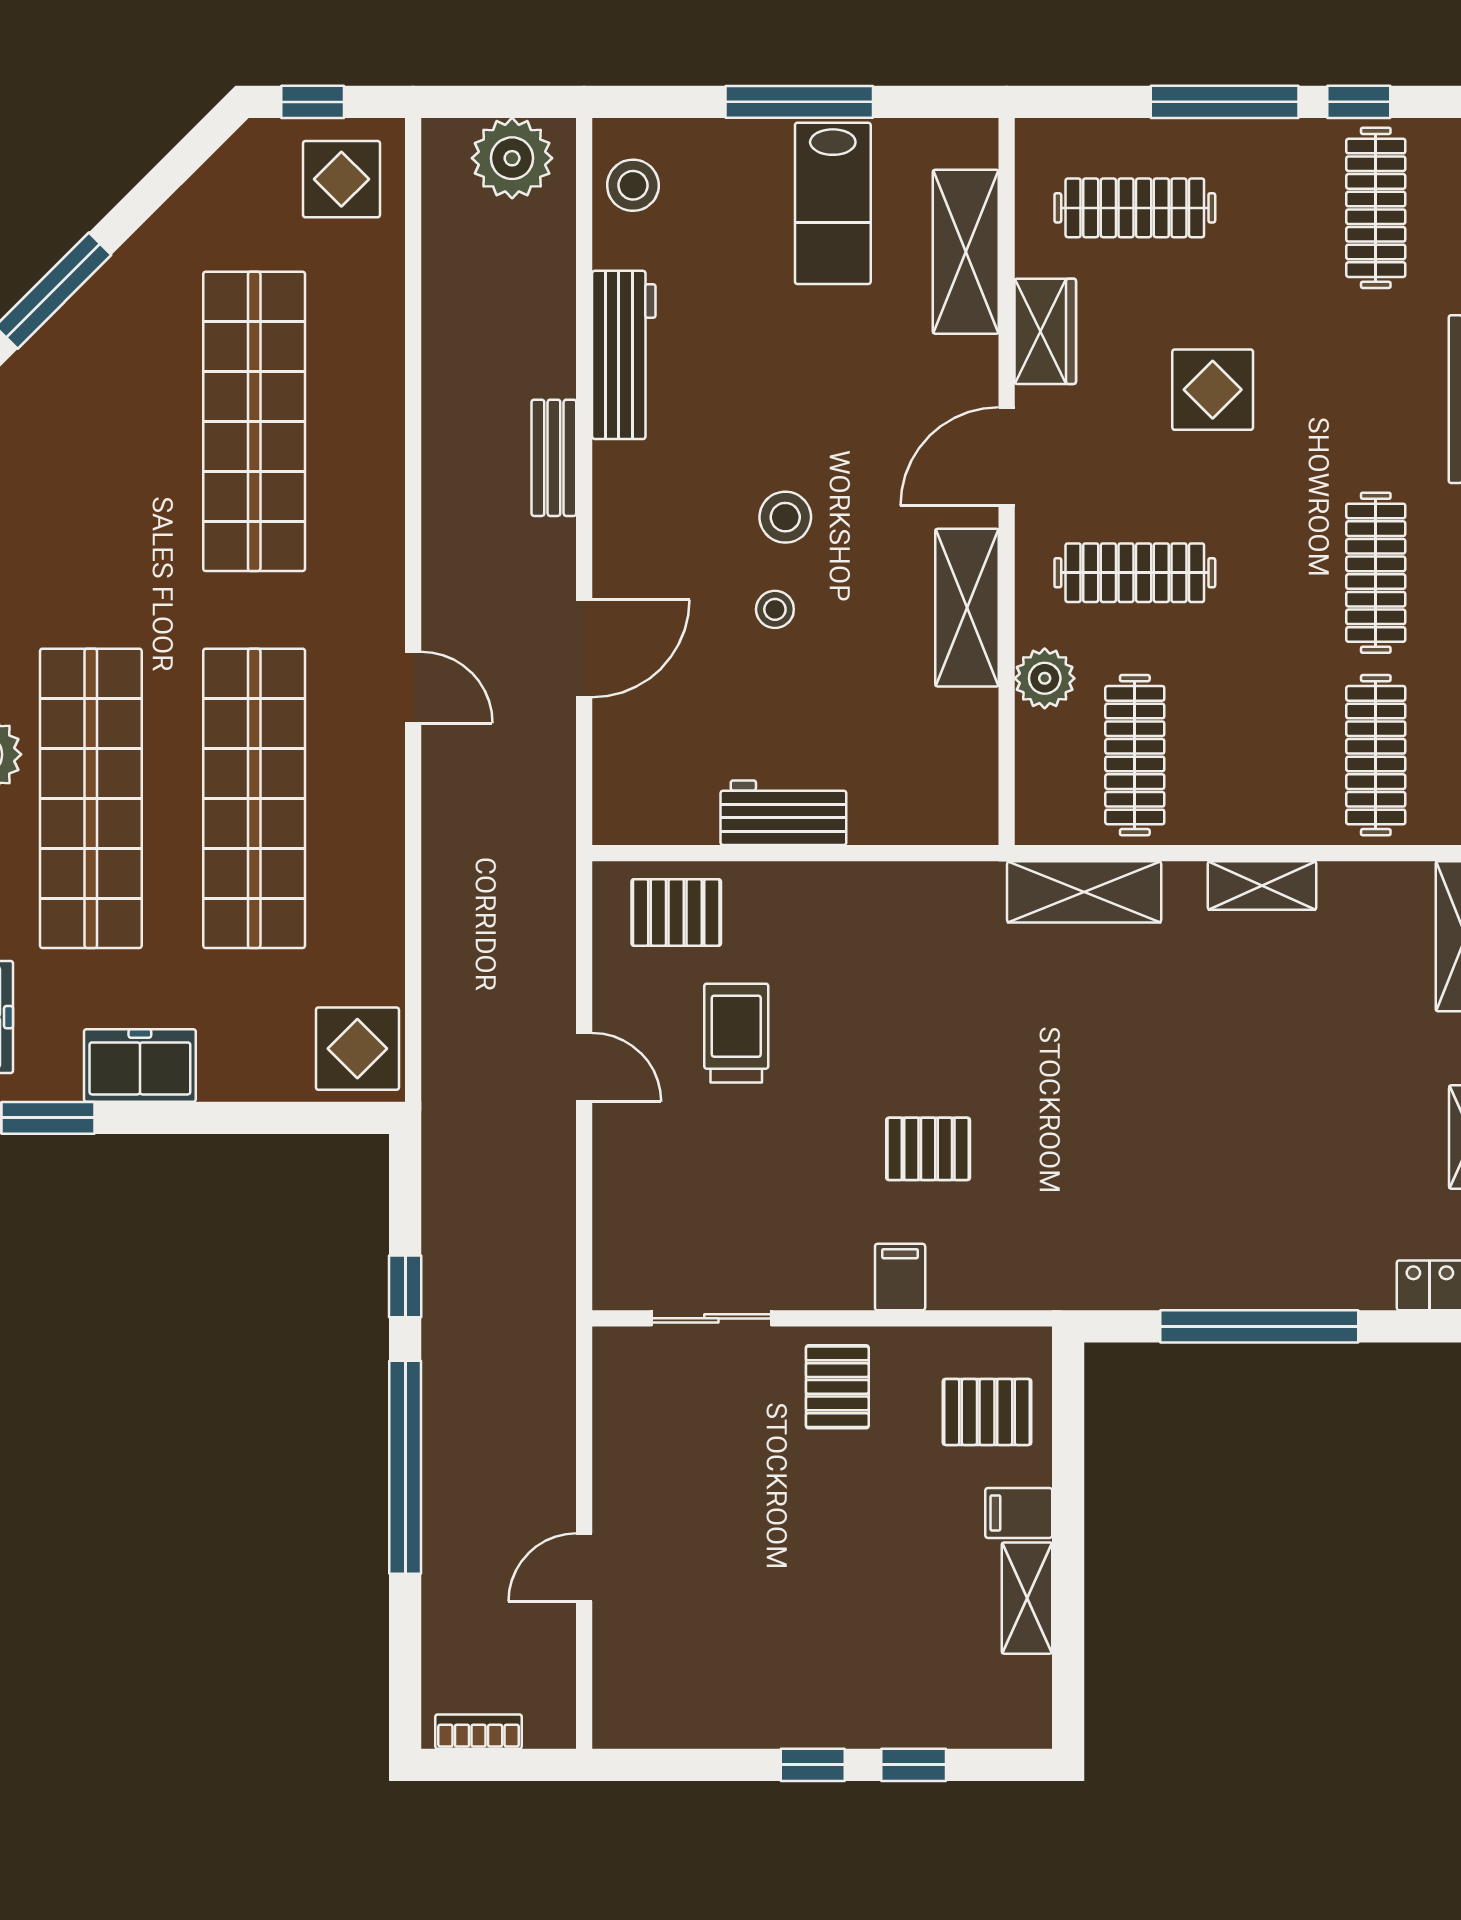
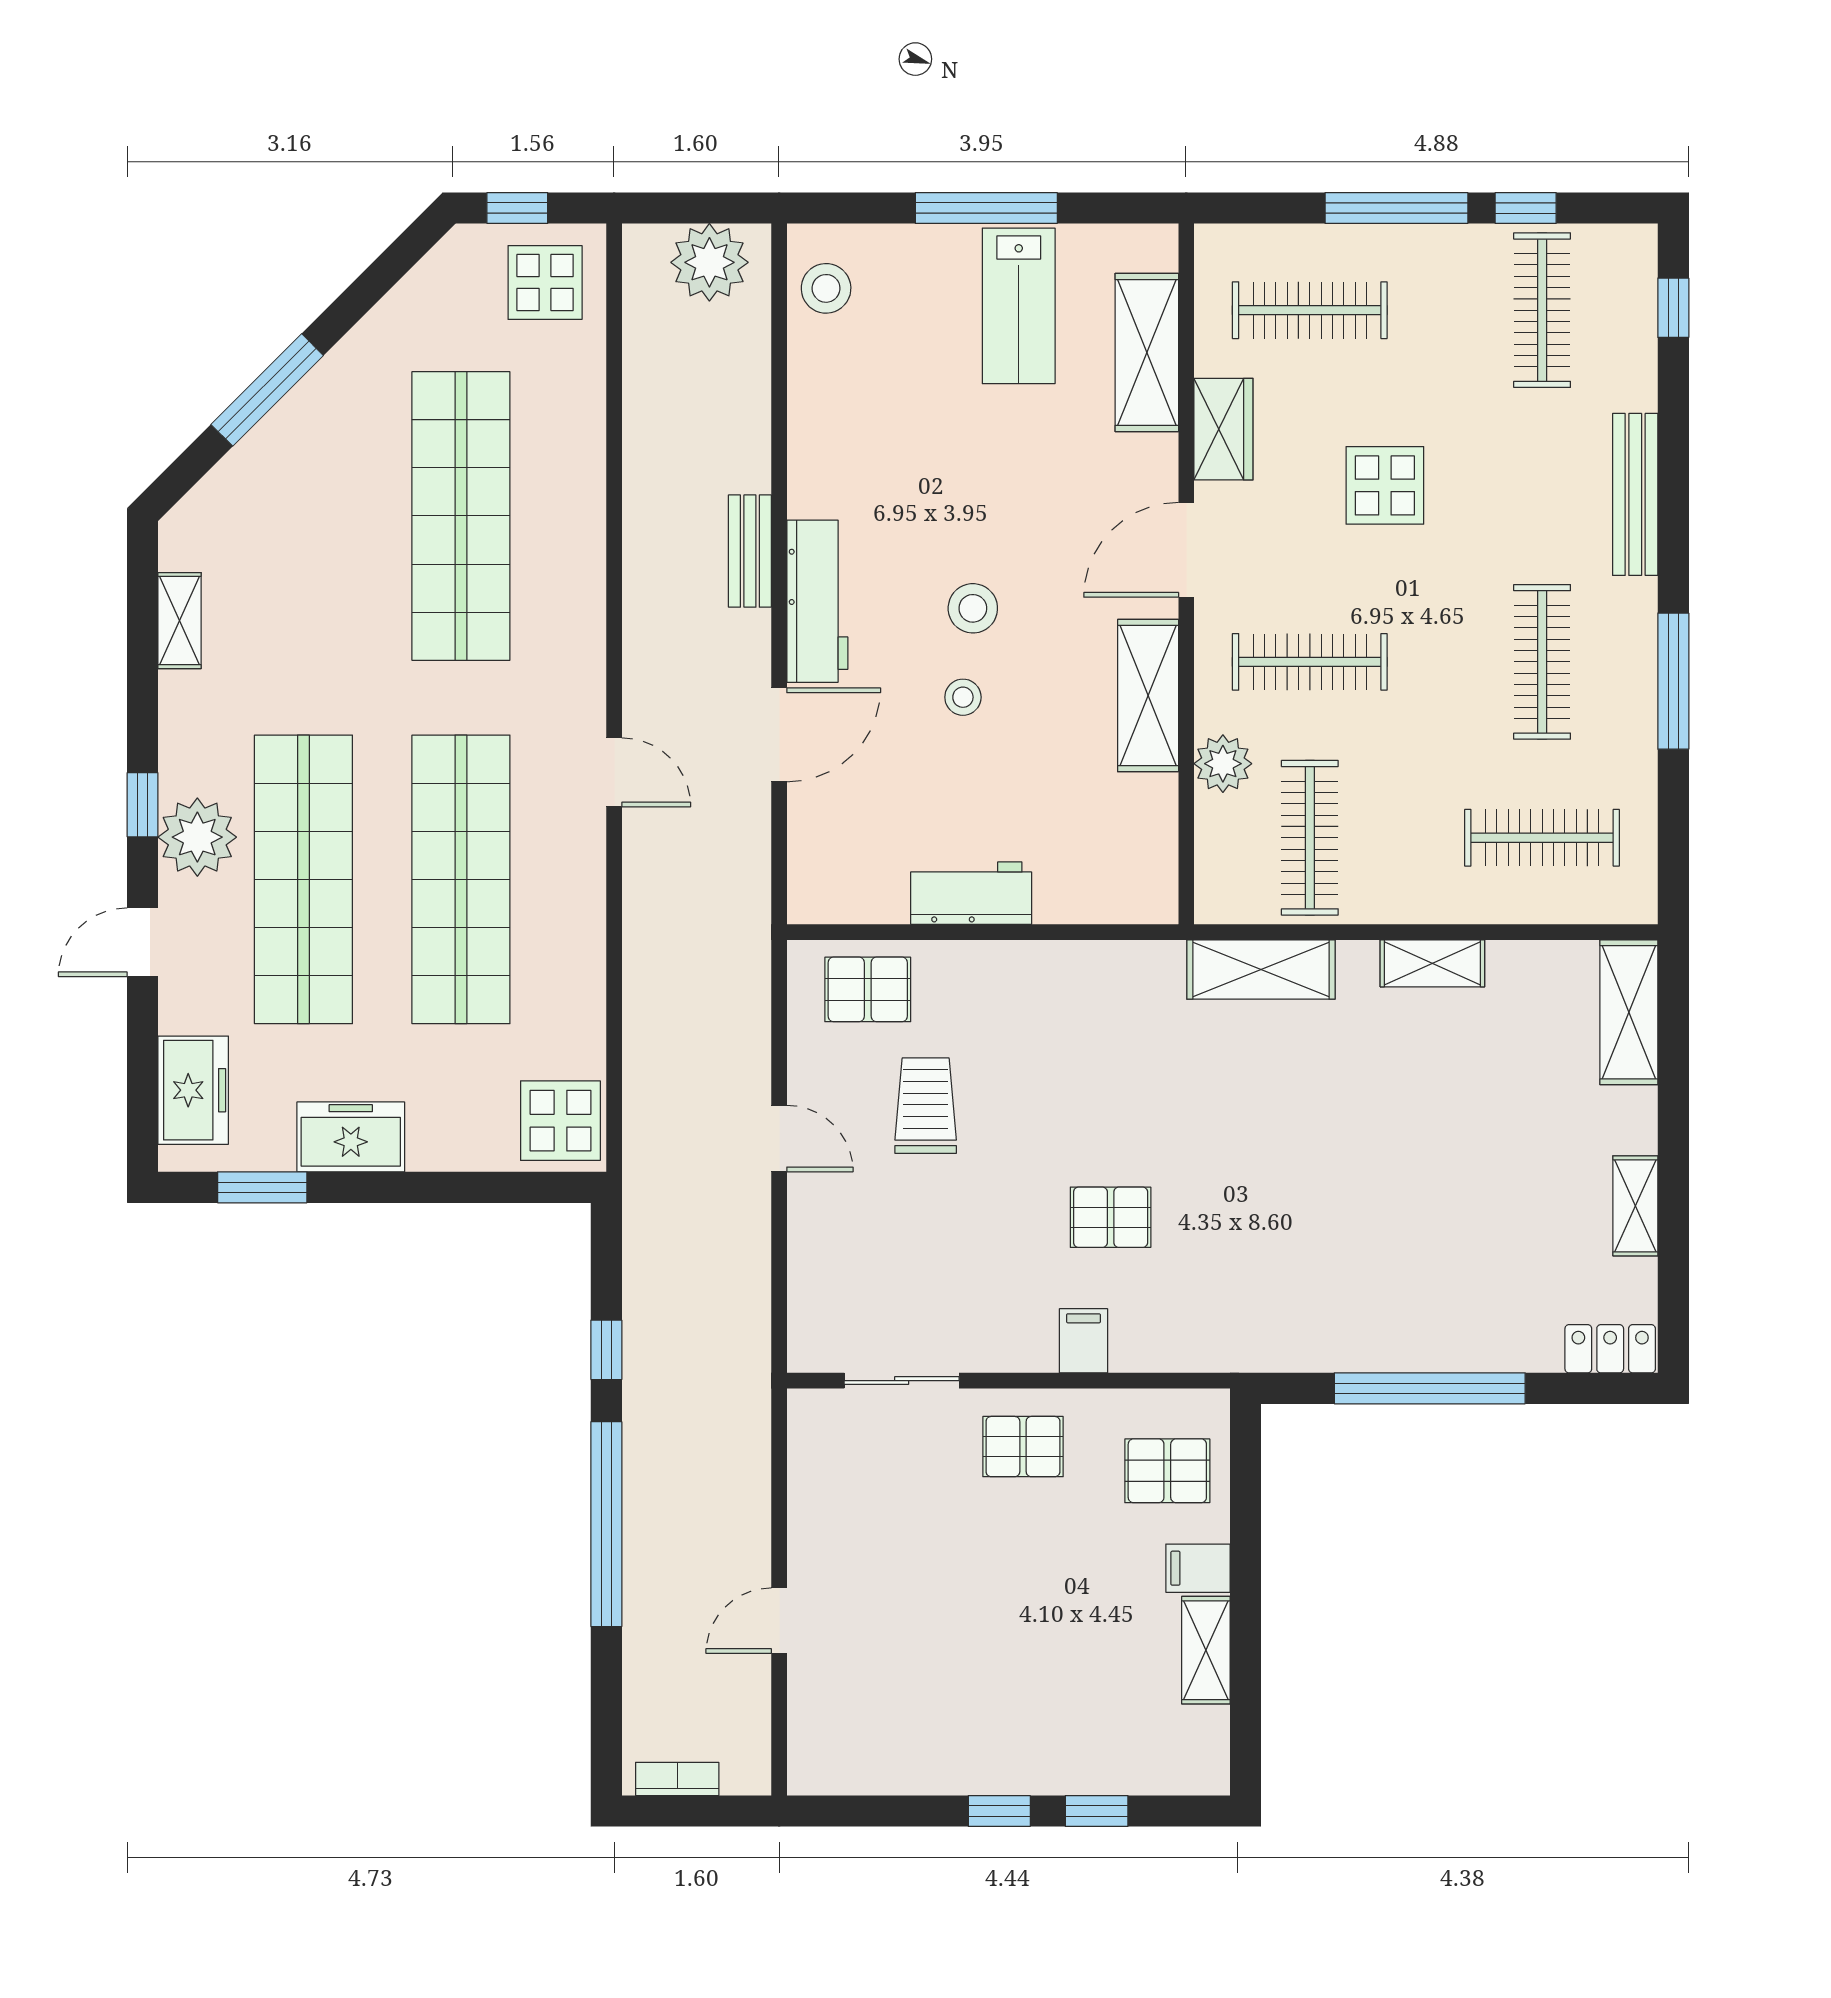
workbench: (624, 355) -> (817, 601), moved
clothes rail: (1376, 755) -> (1542, 838), turned 90
pallet: (837, 1387) -> (1023, 1447), turned 90

